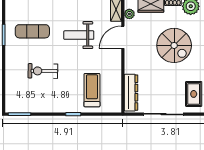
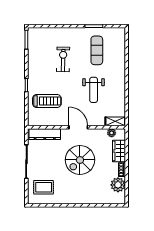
weight bench: (79, 35) -> (94, 90), turned 180
door: (123, 37) -> (78, 127), moved
spiral stairs: (174, 45) -> (80, 160), moved

